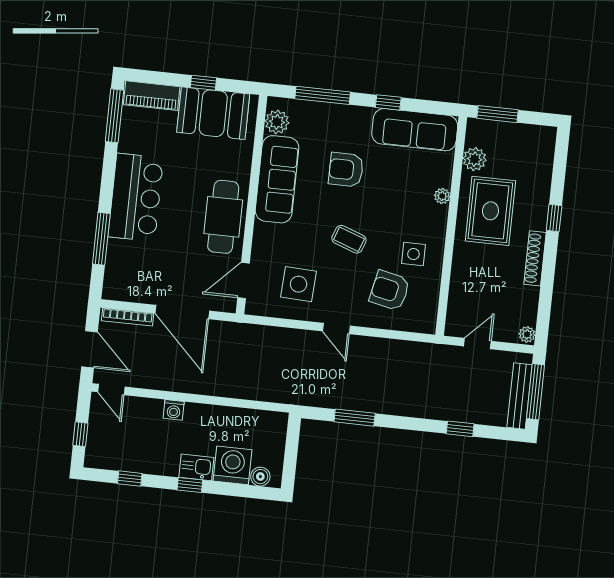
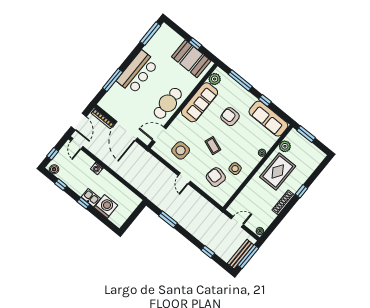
piano: (152, 96) -> (171, 35), removed
boiler: (260, 477) -> (54, 169), moved

